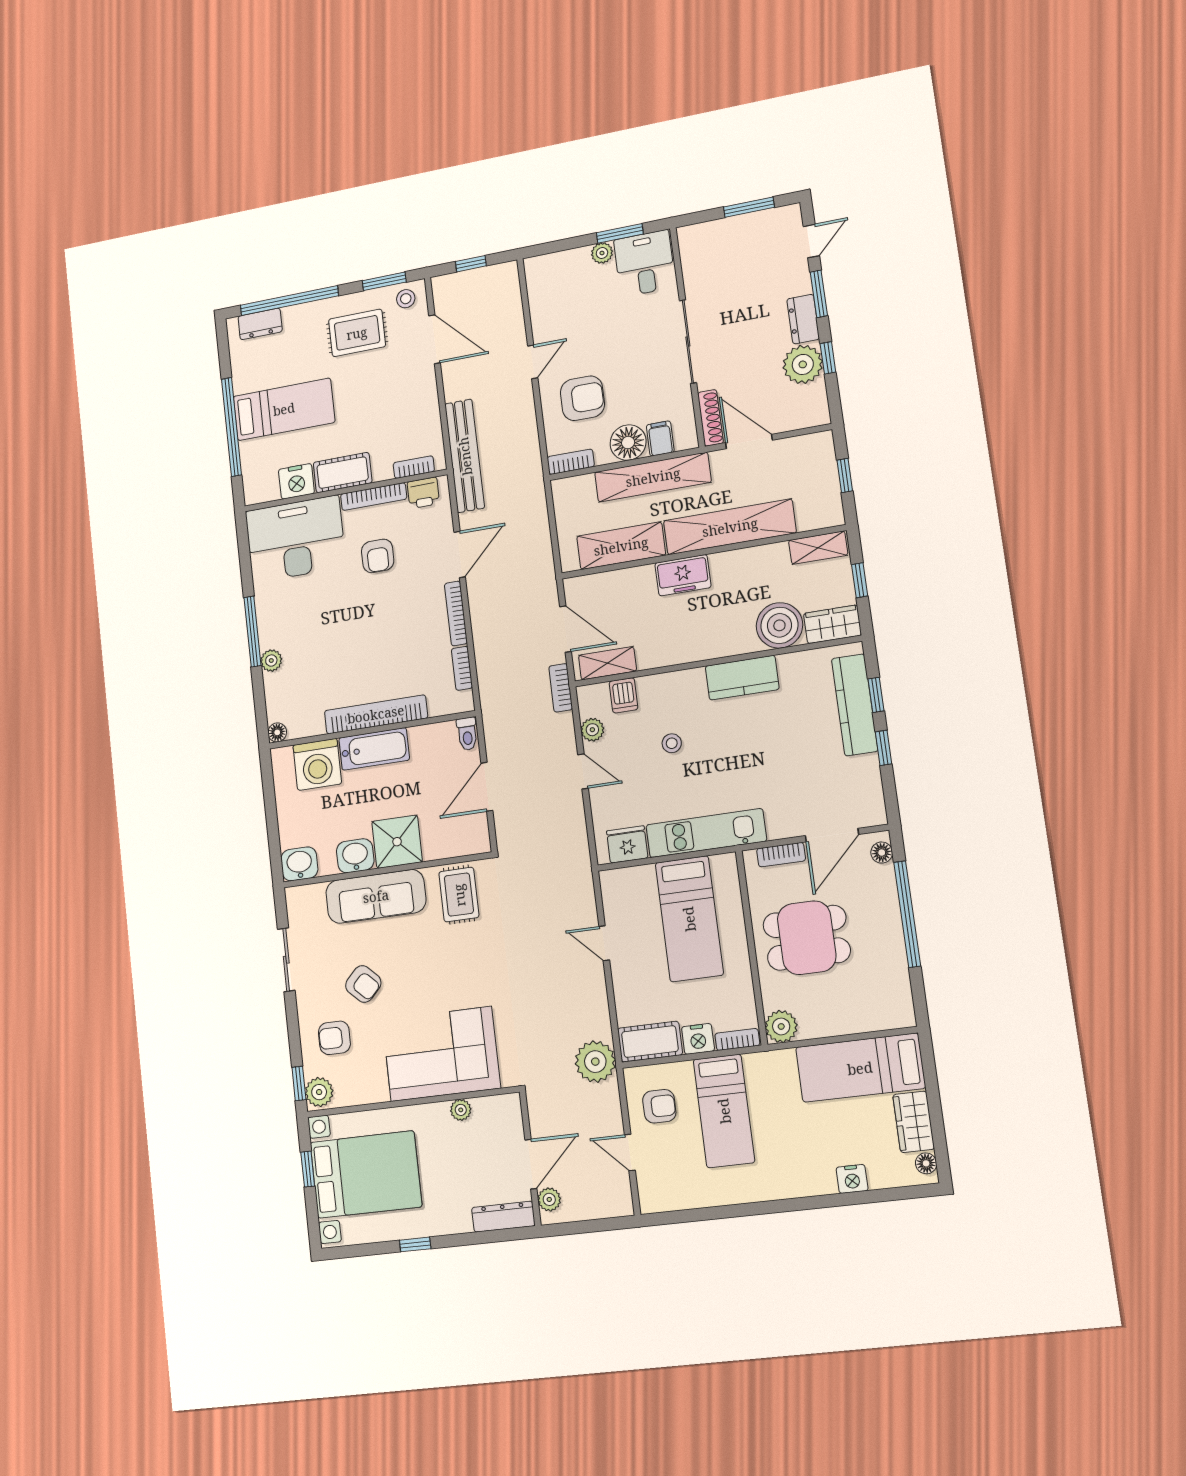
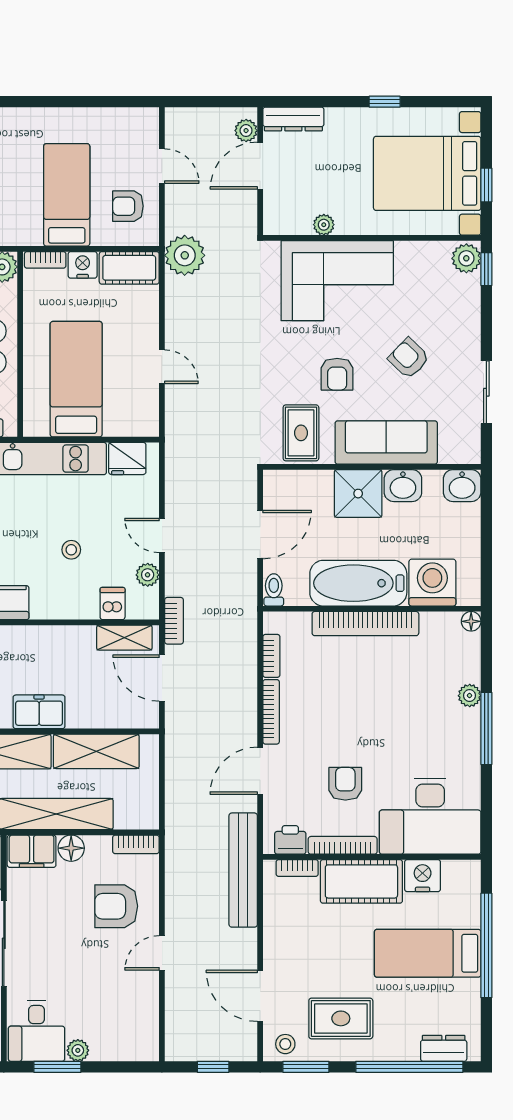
filing cabinet: (660, 438) -> (32, 851), width x2.00
floor lamp: (628, 443) -> (71, 848), width x0.73, depth x0.73
cot: (343, 473) -> (361, 881), width x1.37, depth x1.34
bathtub: (374, 749) -> (358, 583), width x1.36, depth x1.36
armchair: (334, 1038) -> (337, 374), moved, turned 90

